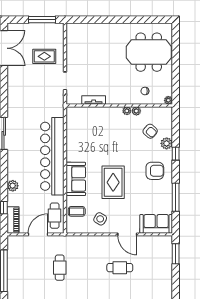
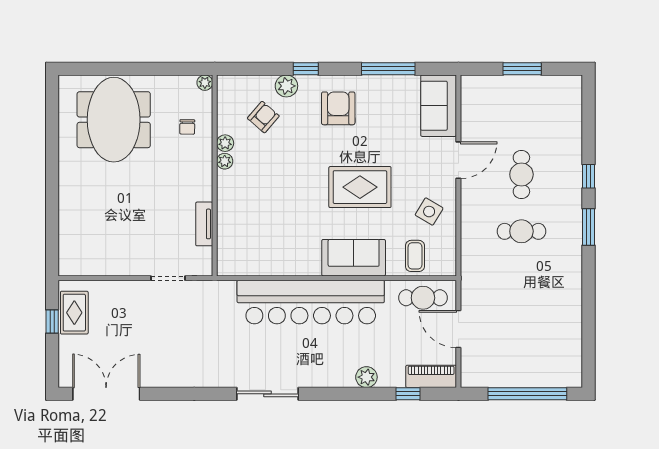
window: (42, 20) -> (52, 321), width x0.46
rug: (44, 56) -> (74, 313), moved
window: (176, 254) -> (522, 69), moved
cafe table: (60, 268) -> (521, 231), moved

